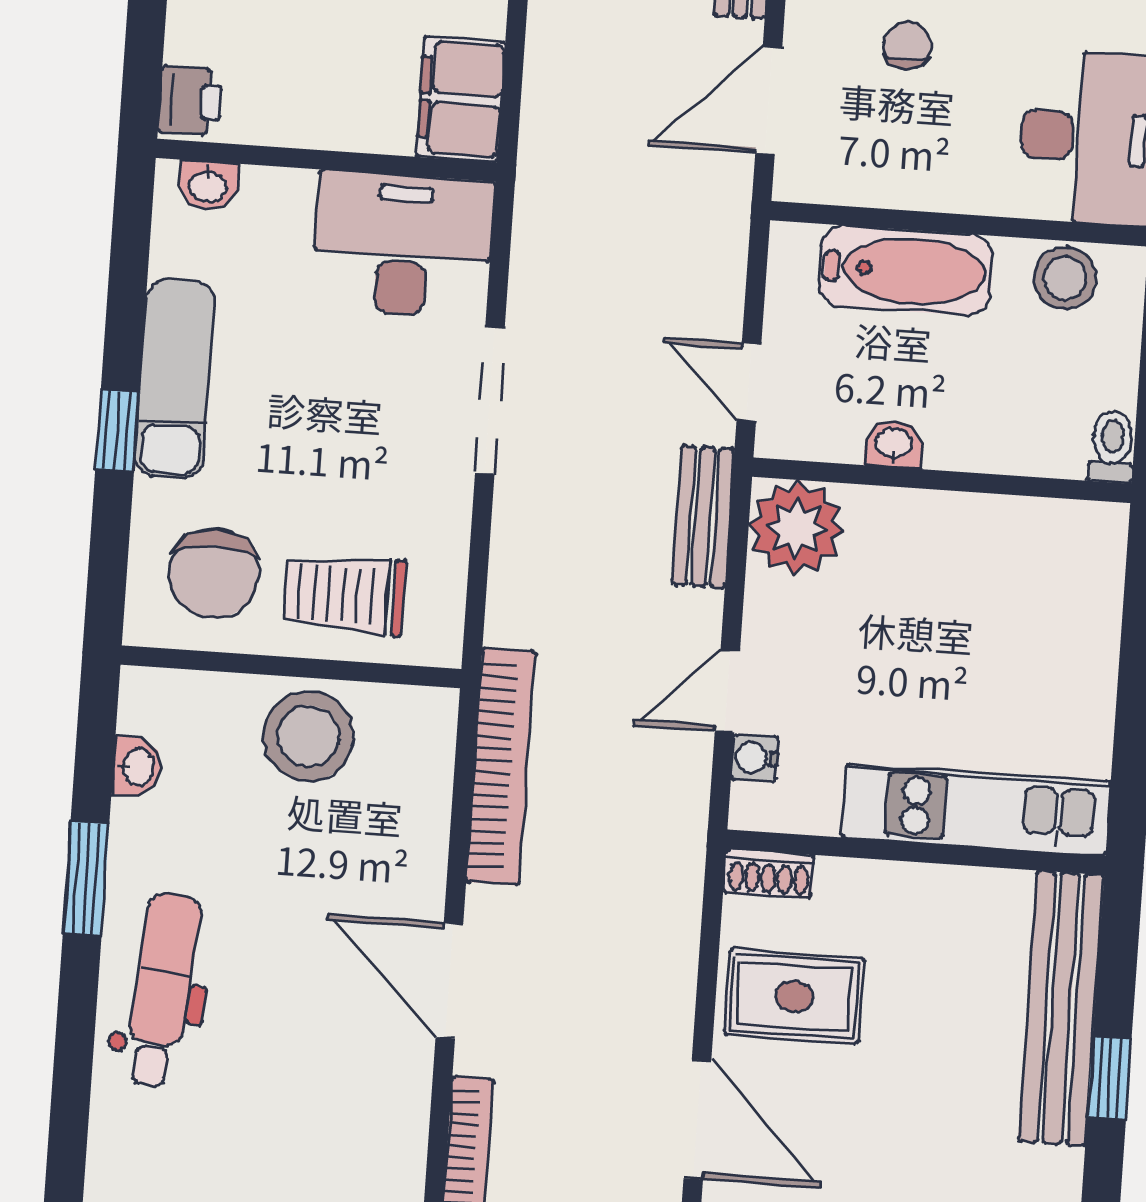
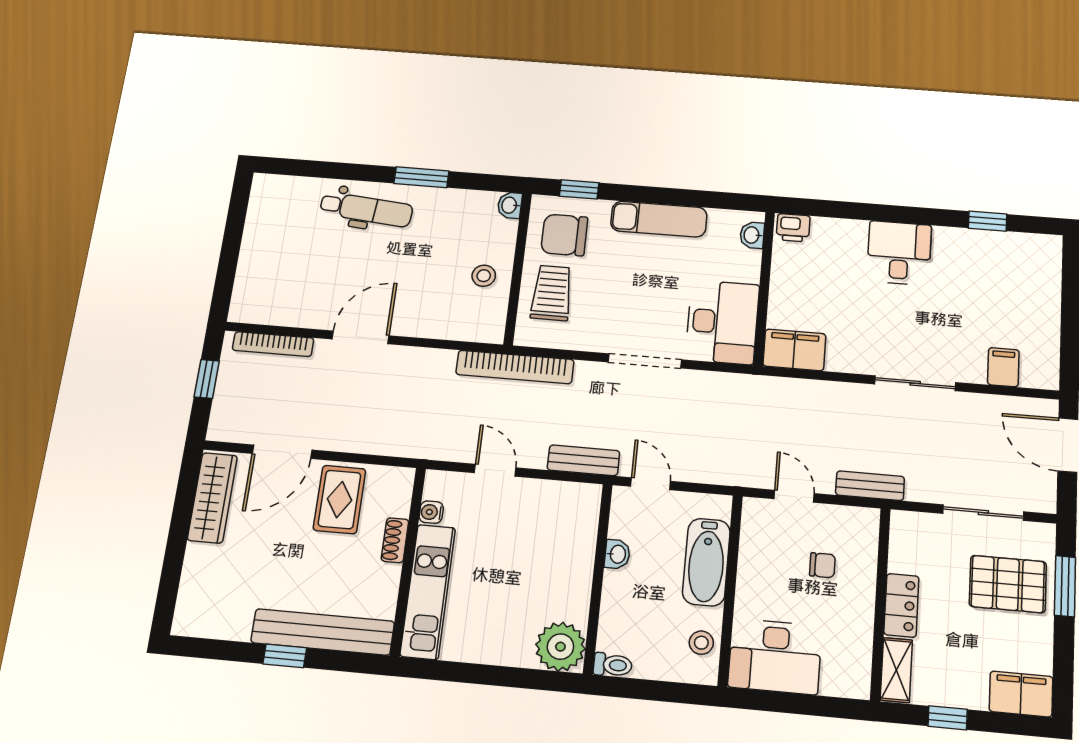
door: (769, 100) -> (794, 496), width x0.73
stool: (1065, 278) -> (701, 643), width x0.73, depth x0.73
door: (749, 382) -> (651, 484), hinge flipped
window: (117, 431) -> (579, 189), moved
plant: (797, 528) -> (560, 647), moved
stool: (308, 736) -> (484, 276), width x0.53, depth x0.53
water cooler: (755, 758) -> (431, 512), moved, turned -90
washbasin: (137, 767) -> (510, 205), moved, turned 90
bookcase: (501, 767) -> (515, 367), moved
shoe rack: (769, 873) -> (395, 540), moved

